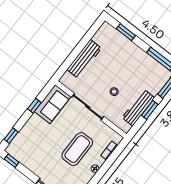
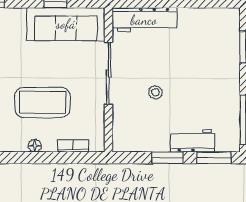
workbench: (84, 59) -> (144, 20), moved
sofa: (52, 104) -> (66, 24), width x1.36
workbench: (138, 108) -> (193, 141), moved, width x0.73

